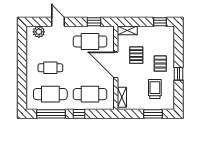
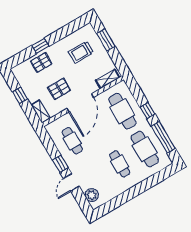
window: (94, 22) -> (60, 164), moved
window: (160, 22) -> (20, 95), moved
cafe table: (90, 41) -> (72, 141), width x0.73, depth x0.74
pallet: (160, 64) -> (41, 62), moved
window: (178, 74) -> (40, 46), moved

